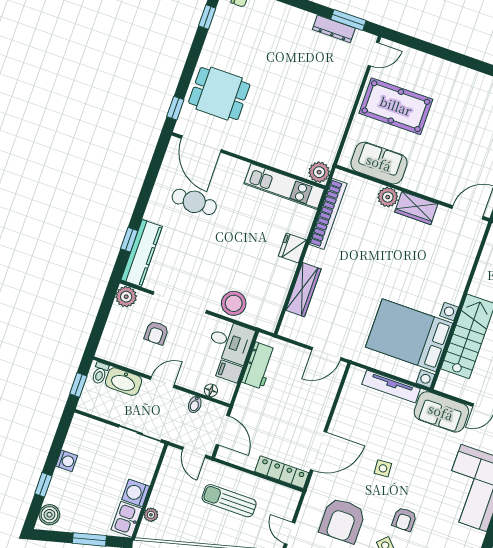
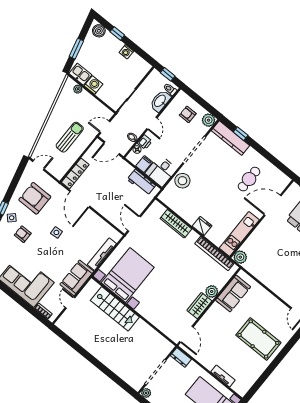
pool table: (396, 106) -> (258, 339), moved, turned 90
door: (201, 144) -> (273, 205), moved
armchair: (156, 333) -> (188, 114), moved
printer: (195, 383) -> (145, 142), added

